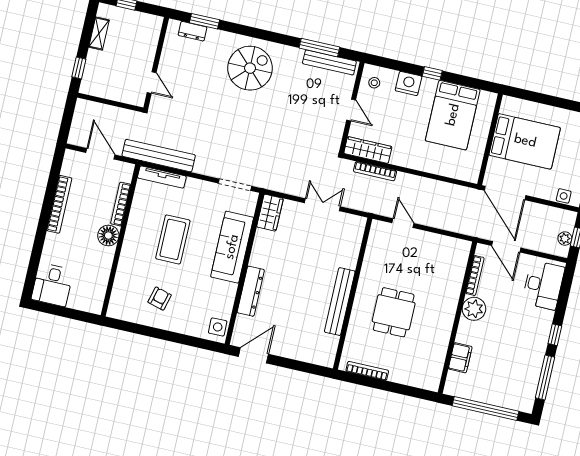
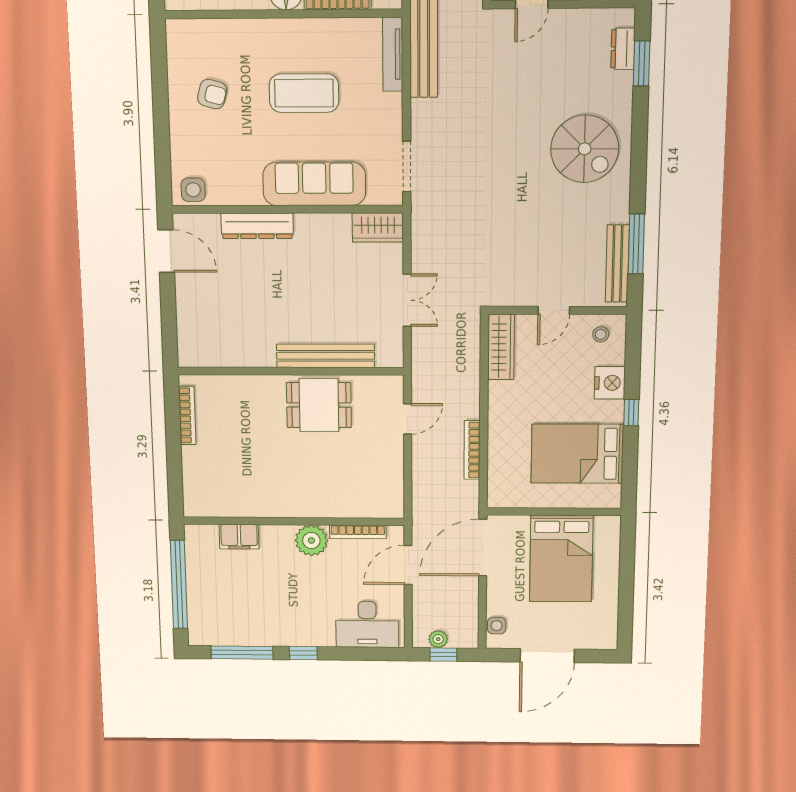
bookcase: (375, 171) -> (472, 450), moved
bench: (340, 302) -> (325, 356), moved
dining table: (394, 312) -> (319, 405), moved

